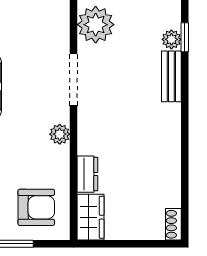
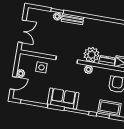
side table: (45, 23) -> (41, 67), added
plant: (96, 25) -> (92, 55), moved

